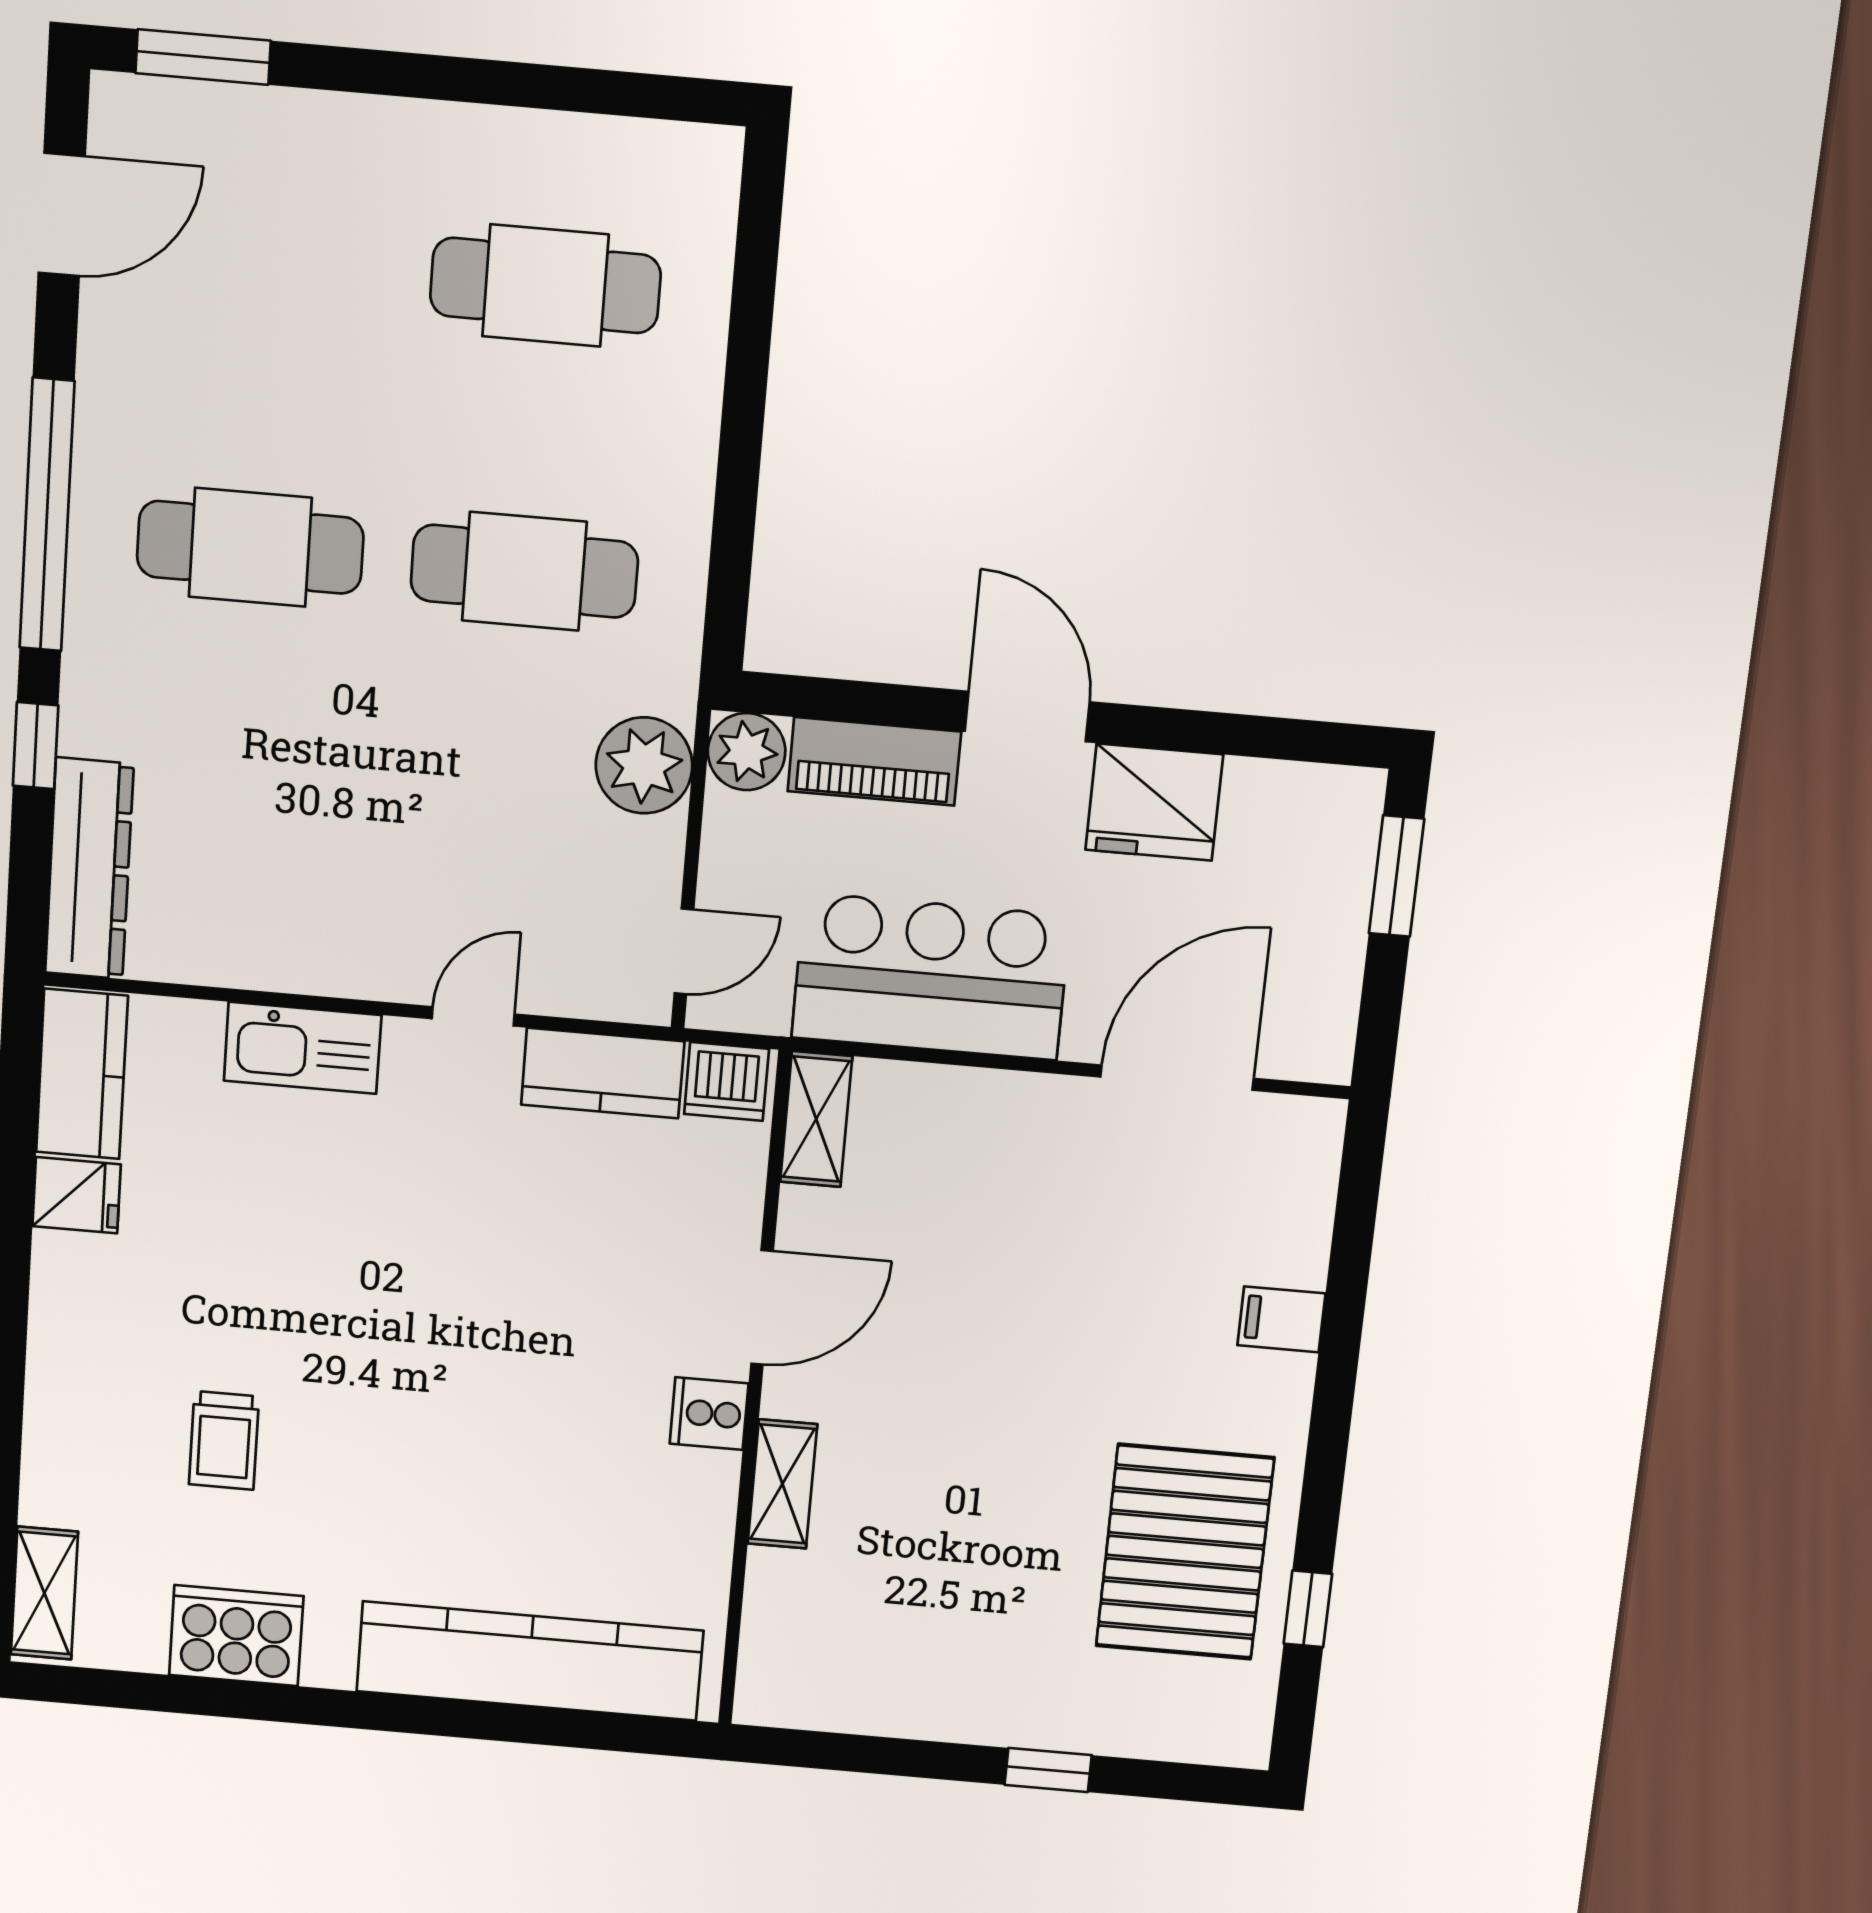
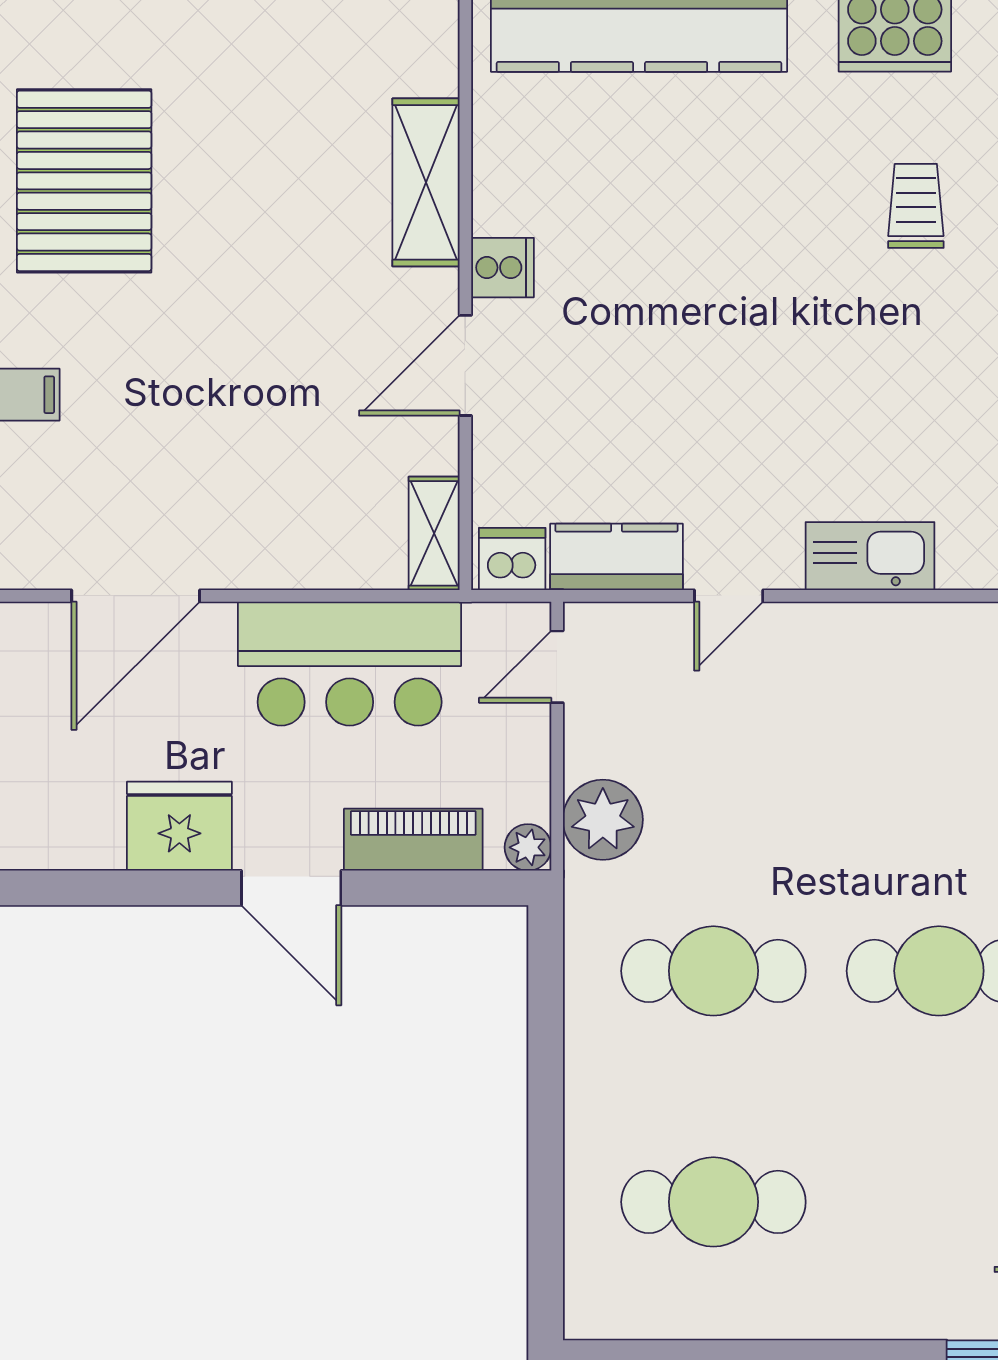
plant: (747, 752) -> (528, 847), width x0.73, depth x0.73
shelving: (782, 1484) -> (426, 182), width x1.50, depth x1.33

